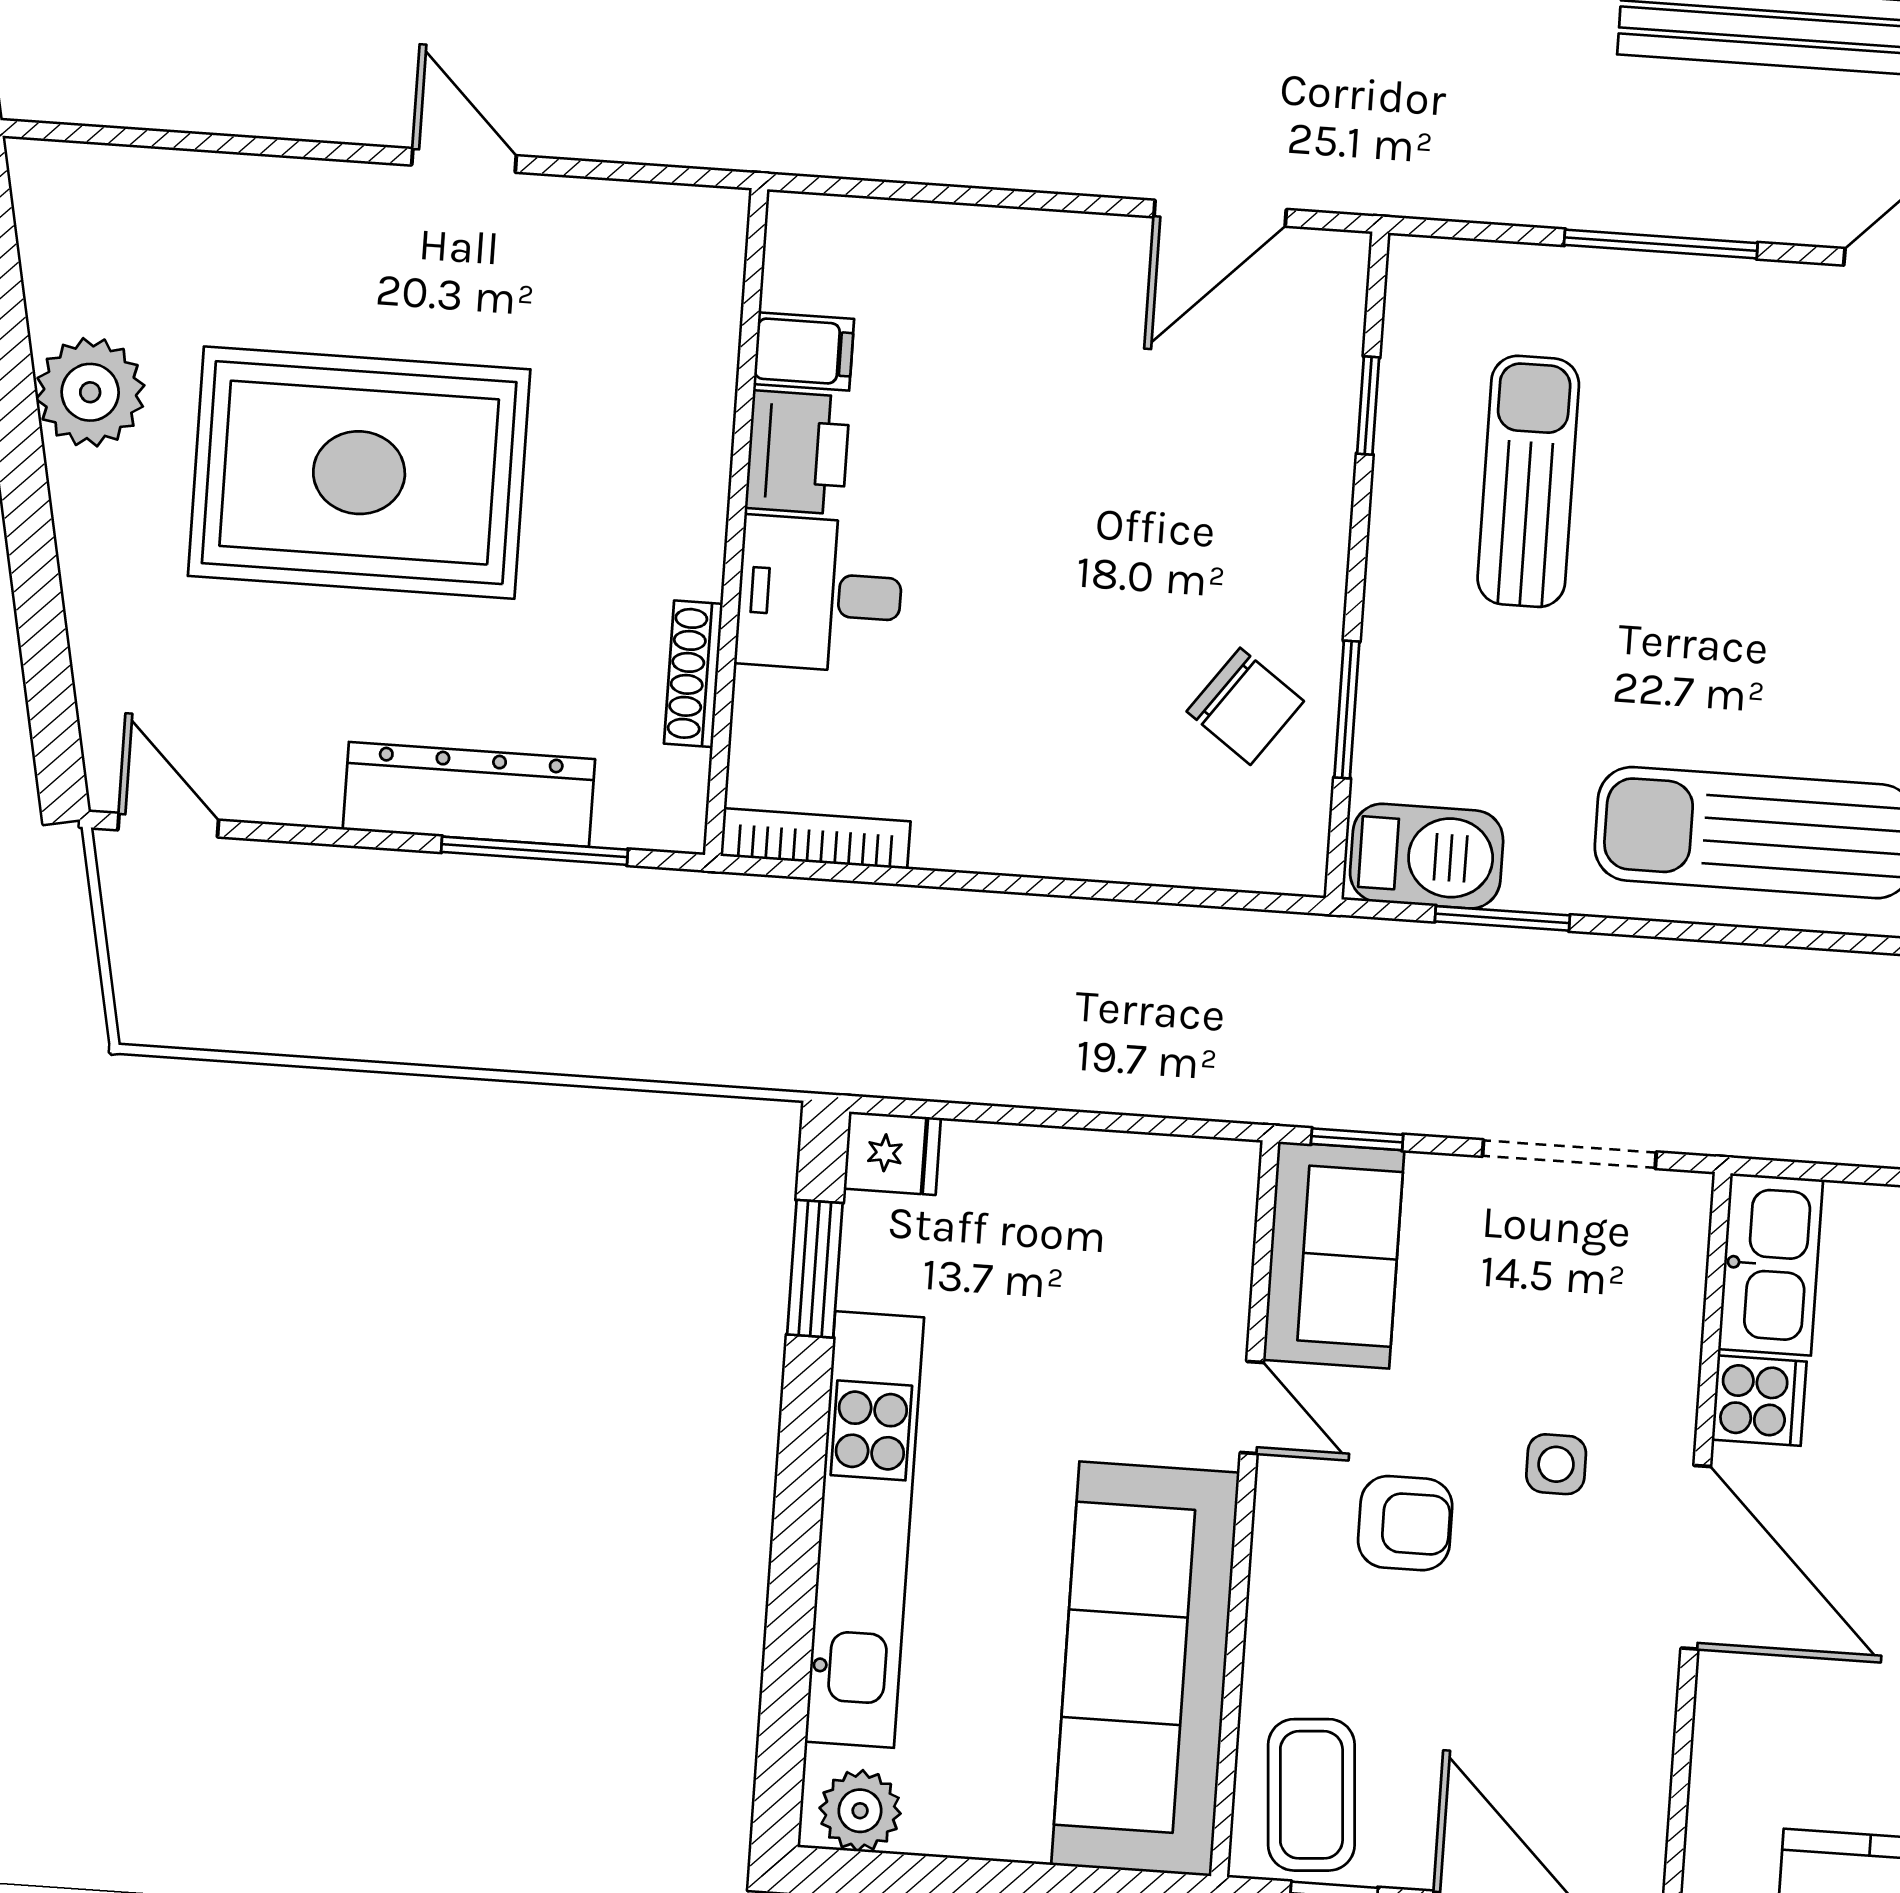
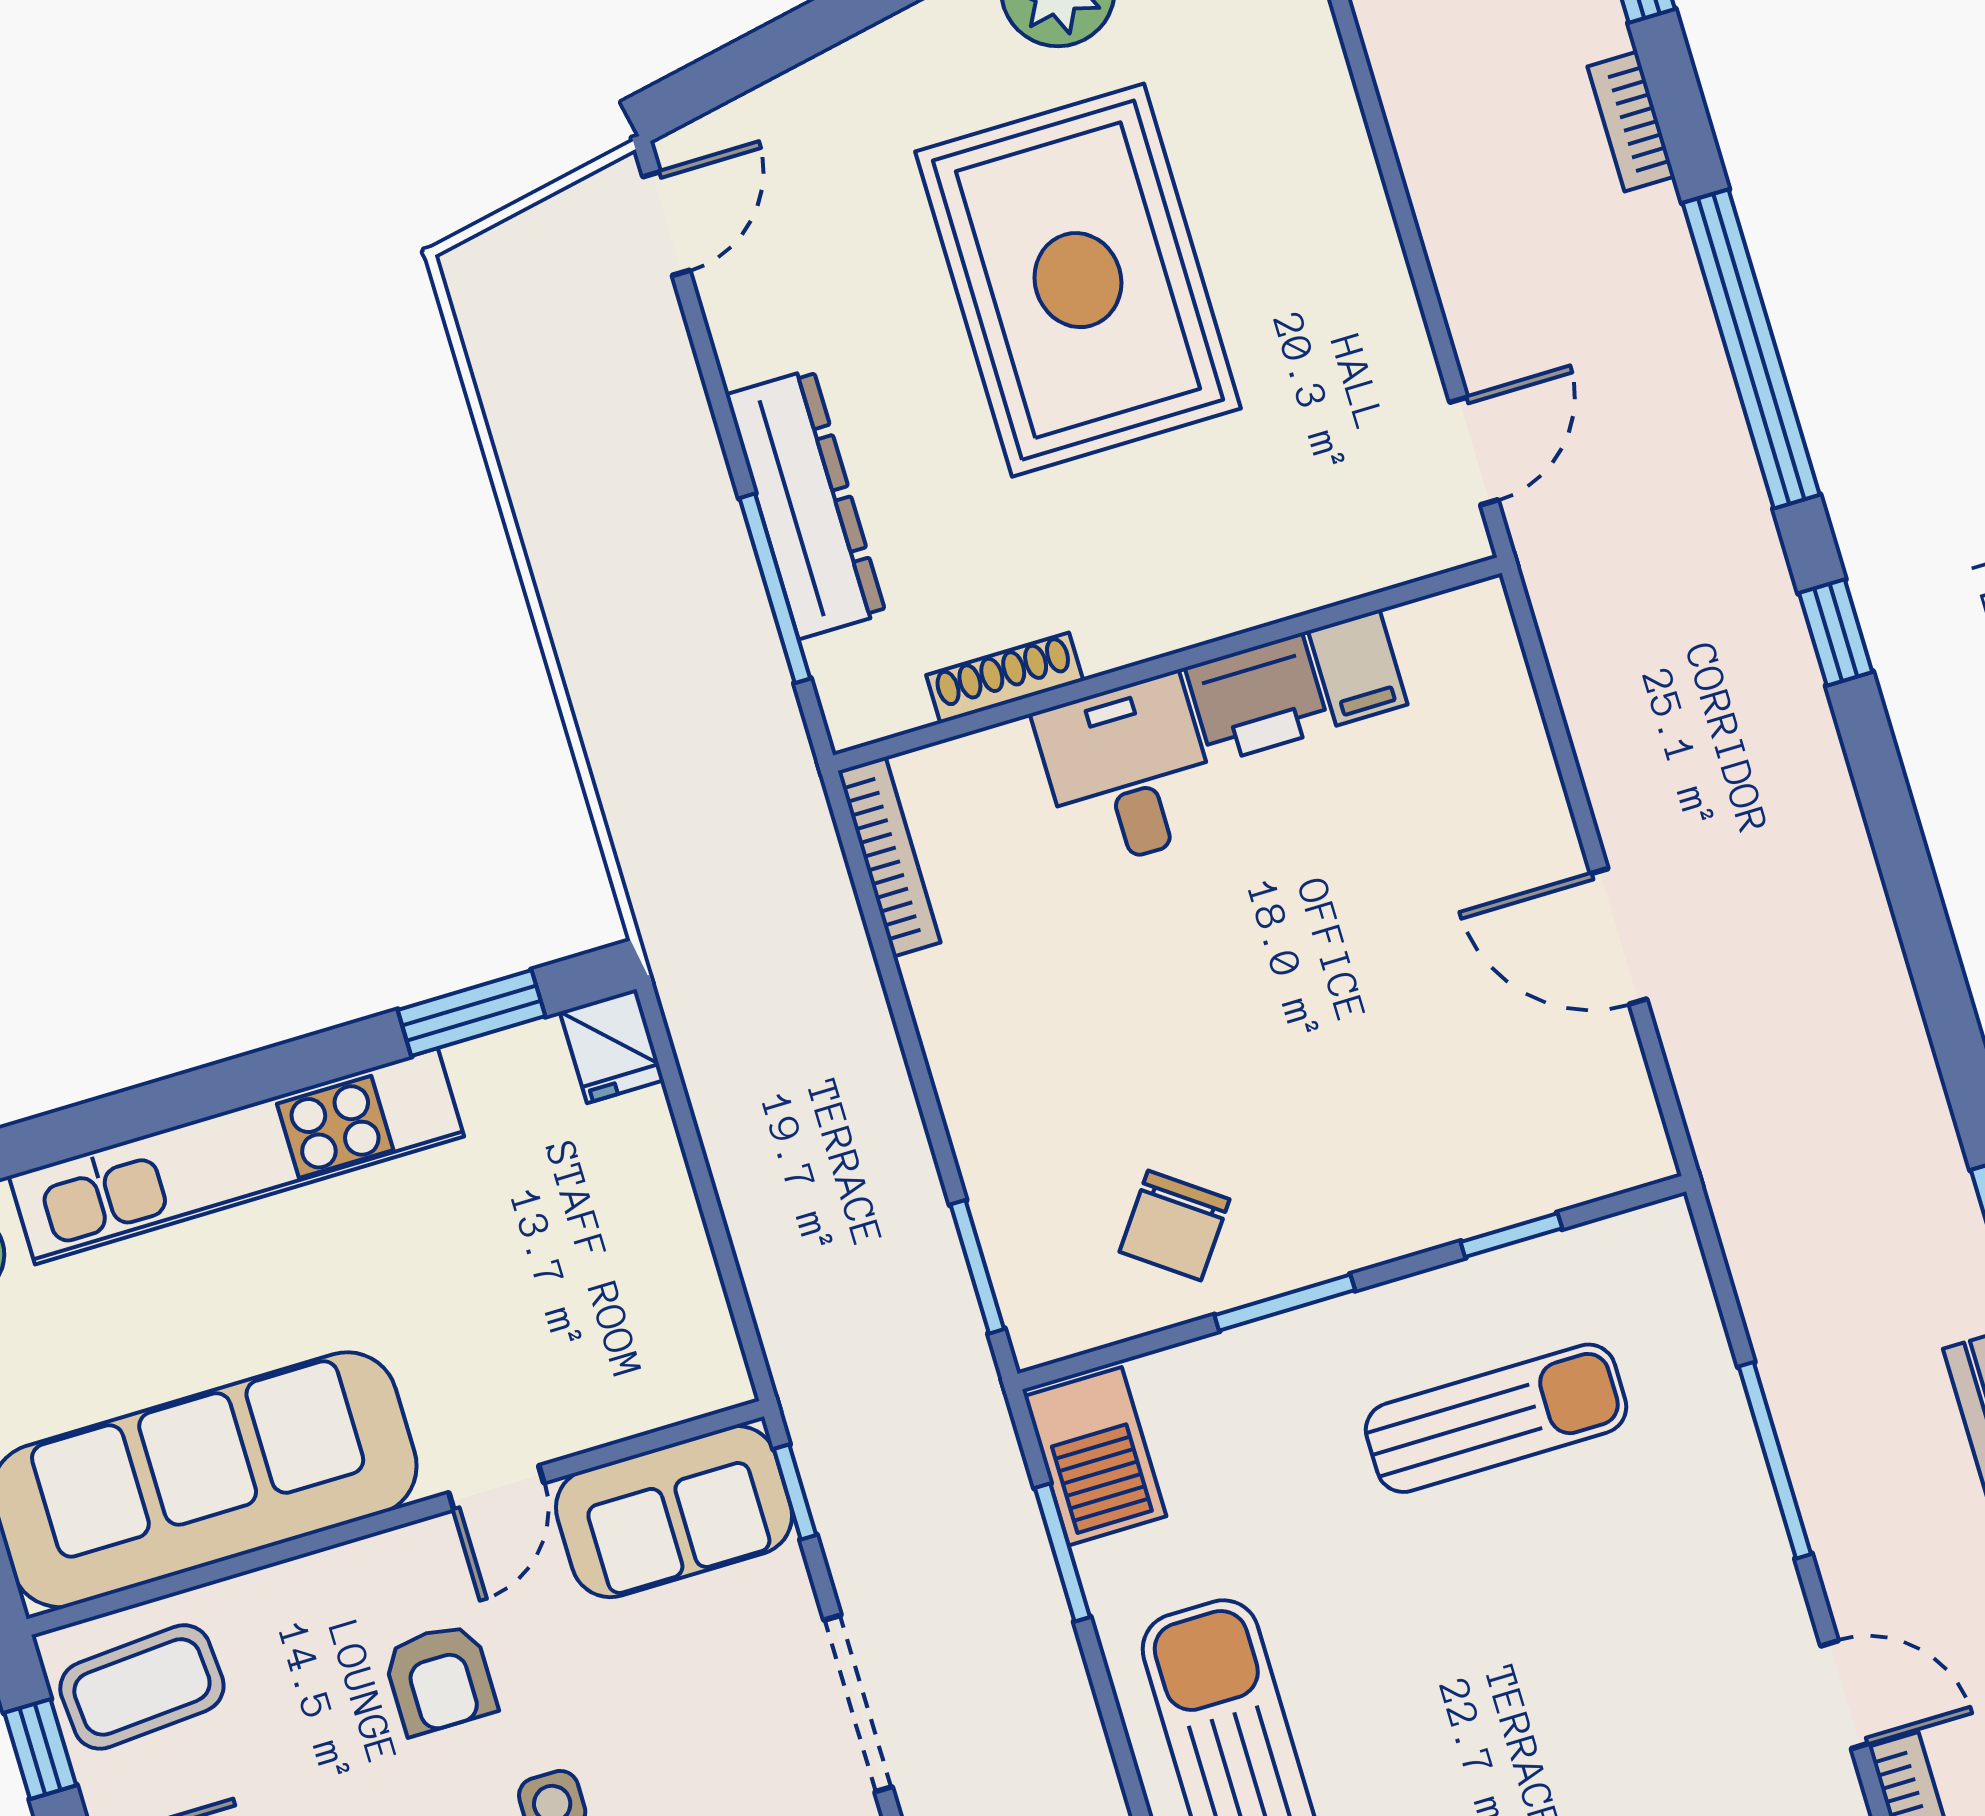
door: (464, 160) -> (1474, 451), moved
door: (1220, 213) -> (1619, 936), moved
window: (1347, 709) -> (1285, 1303), moved
window: (1216, 898) -> (977, 1267), added

